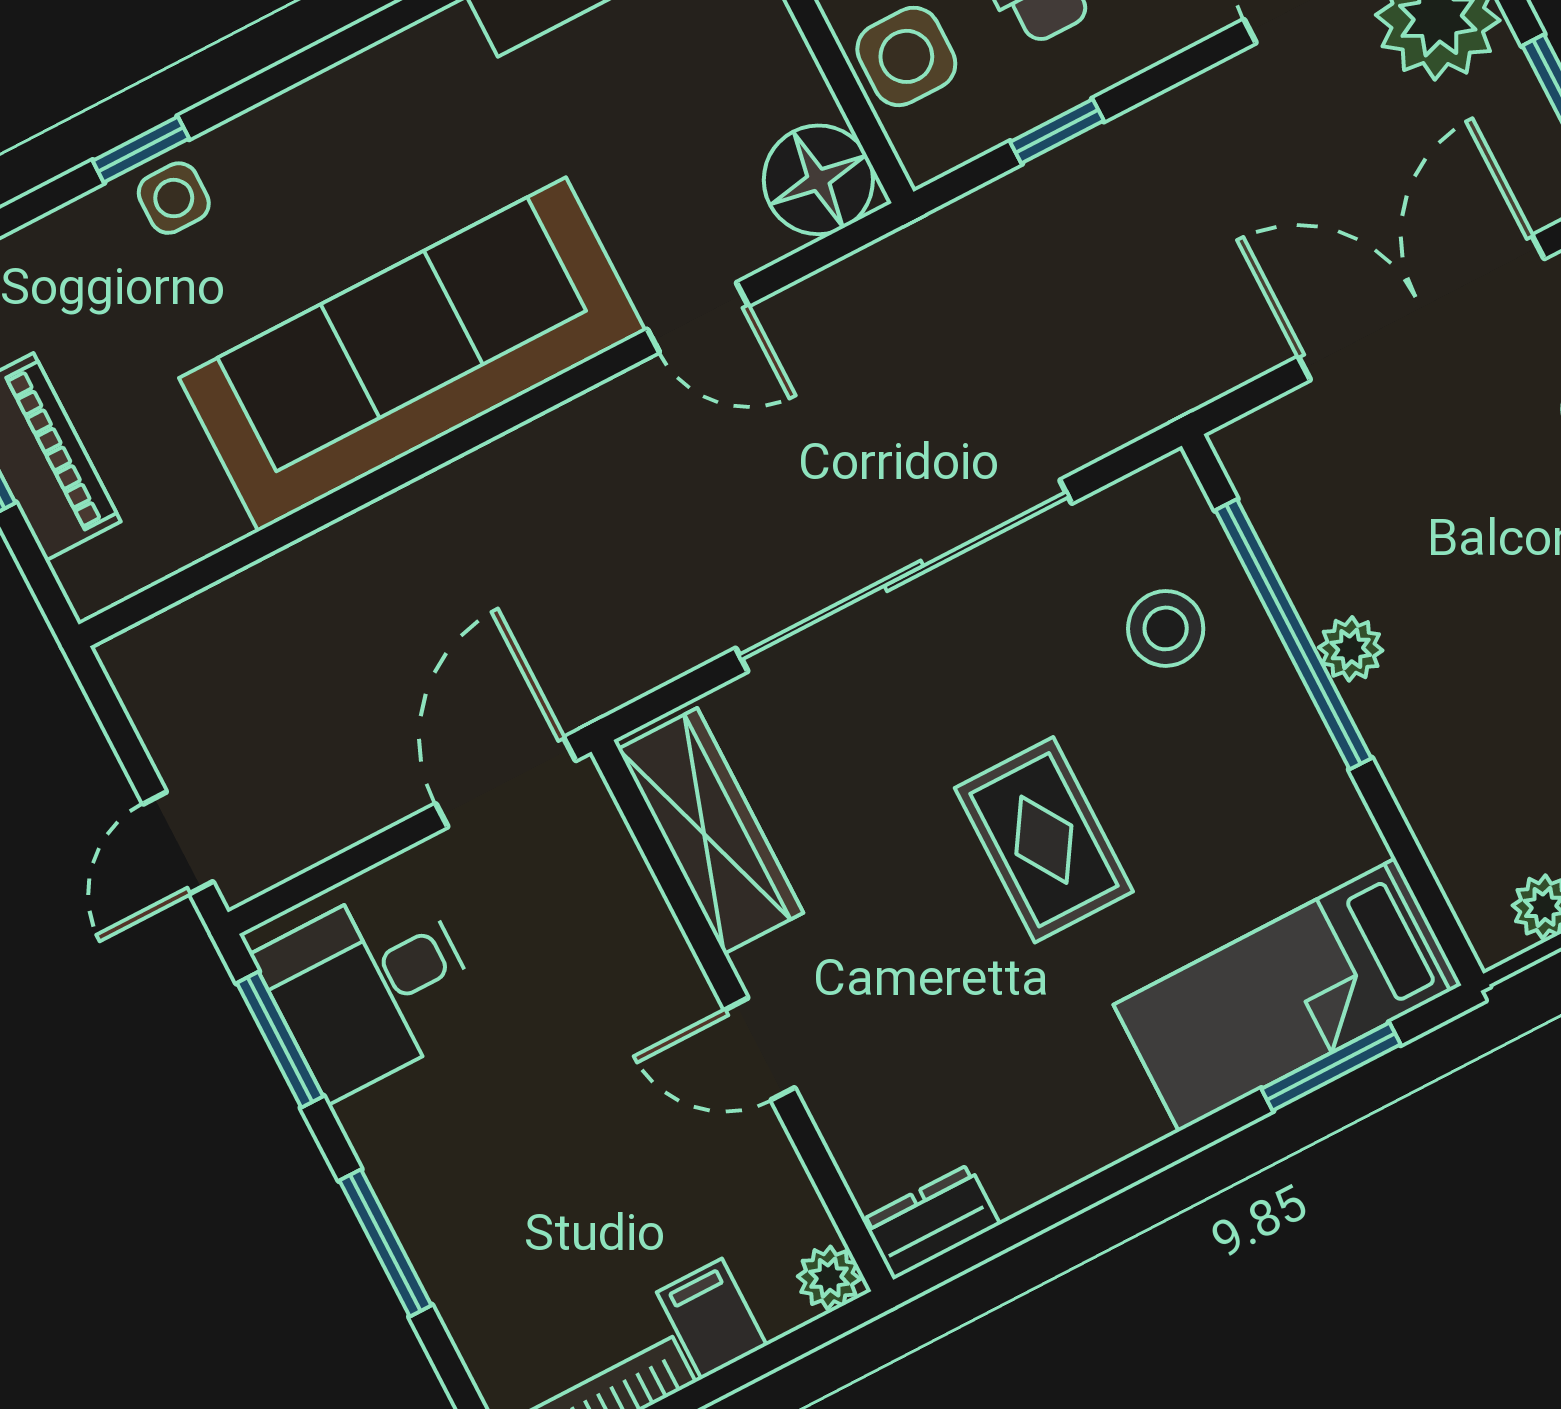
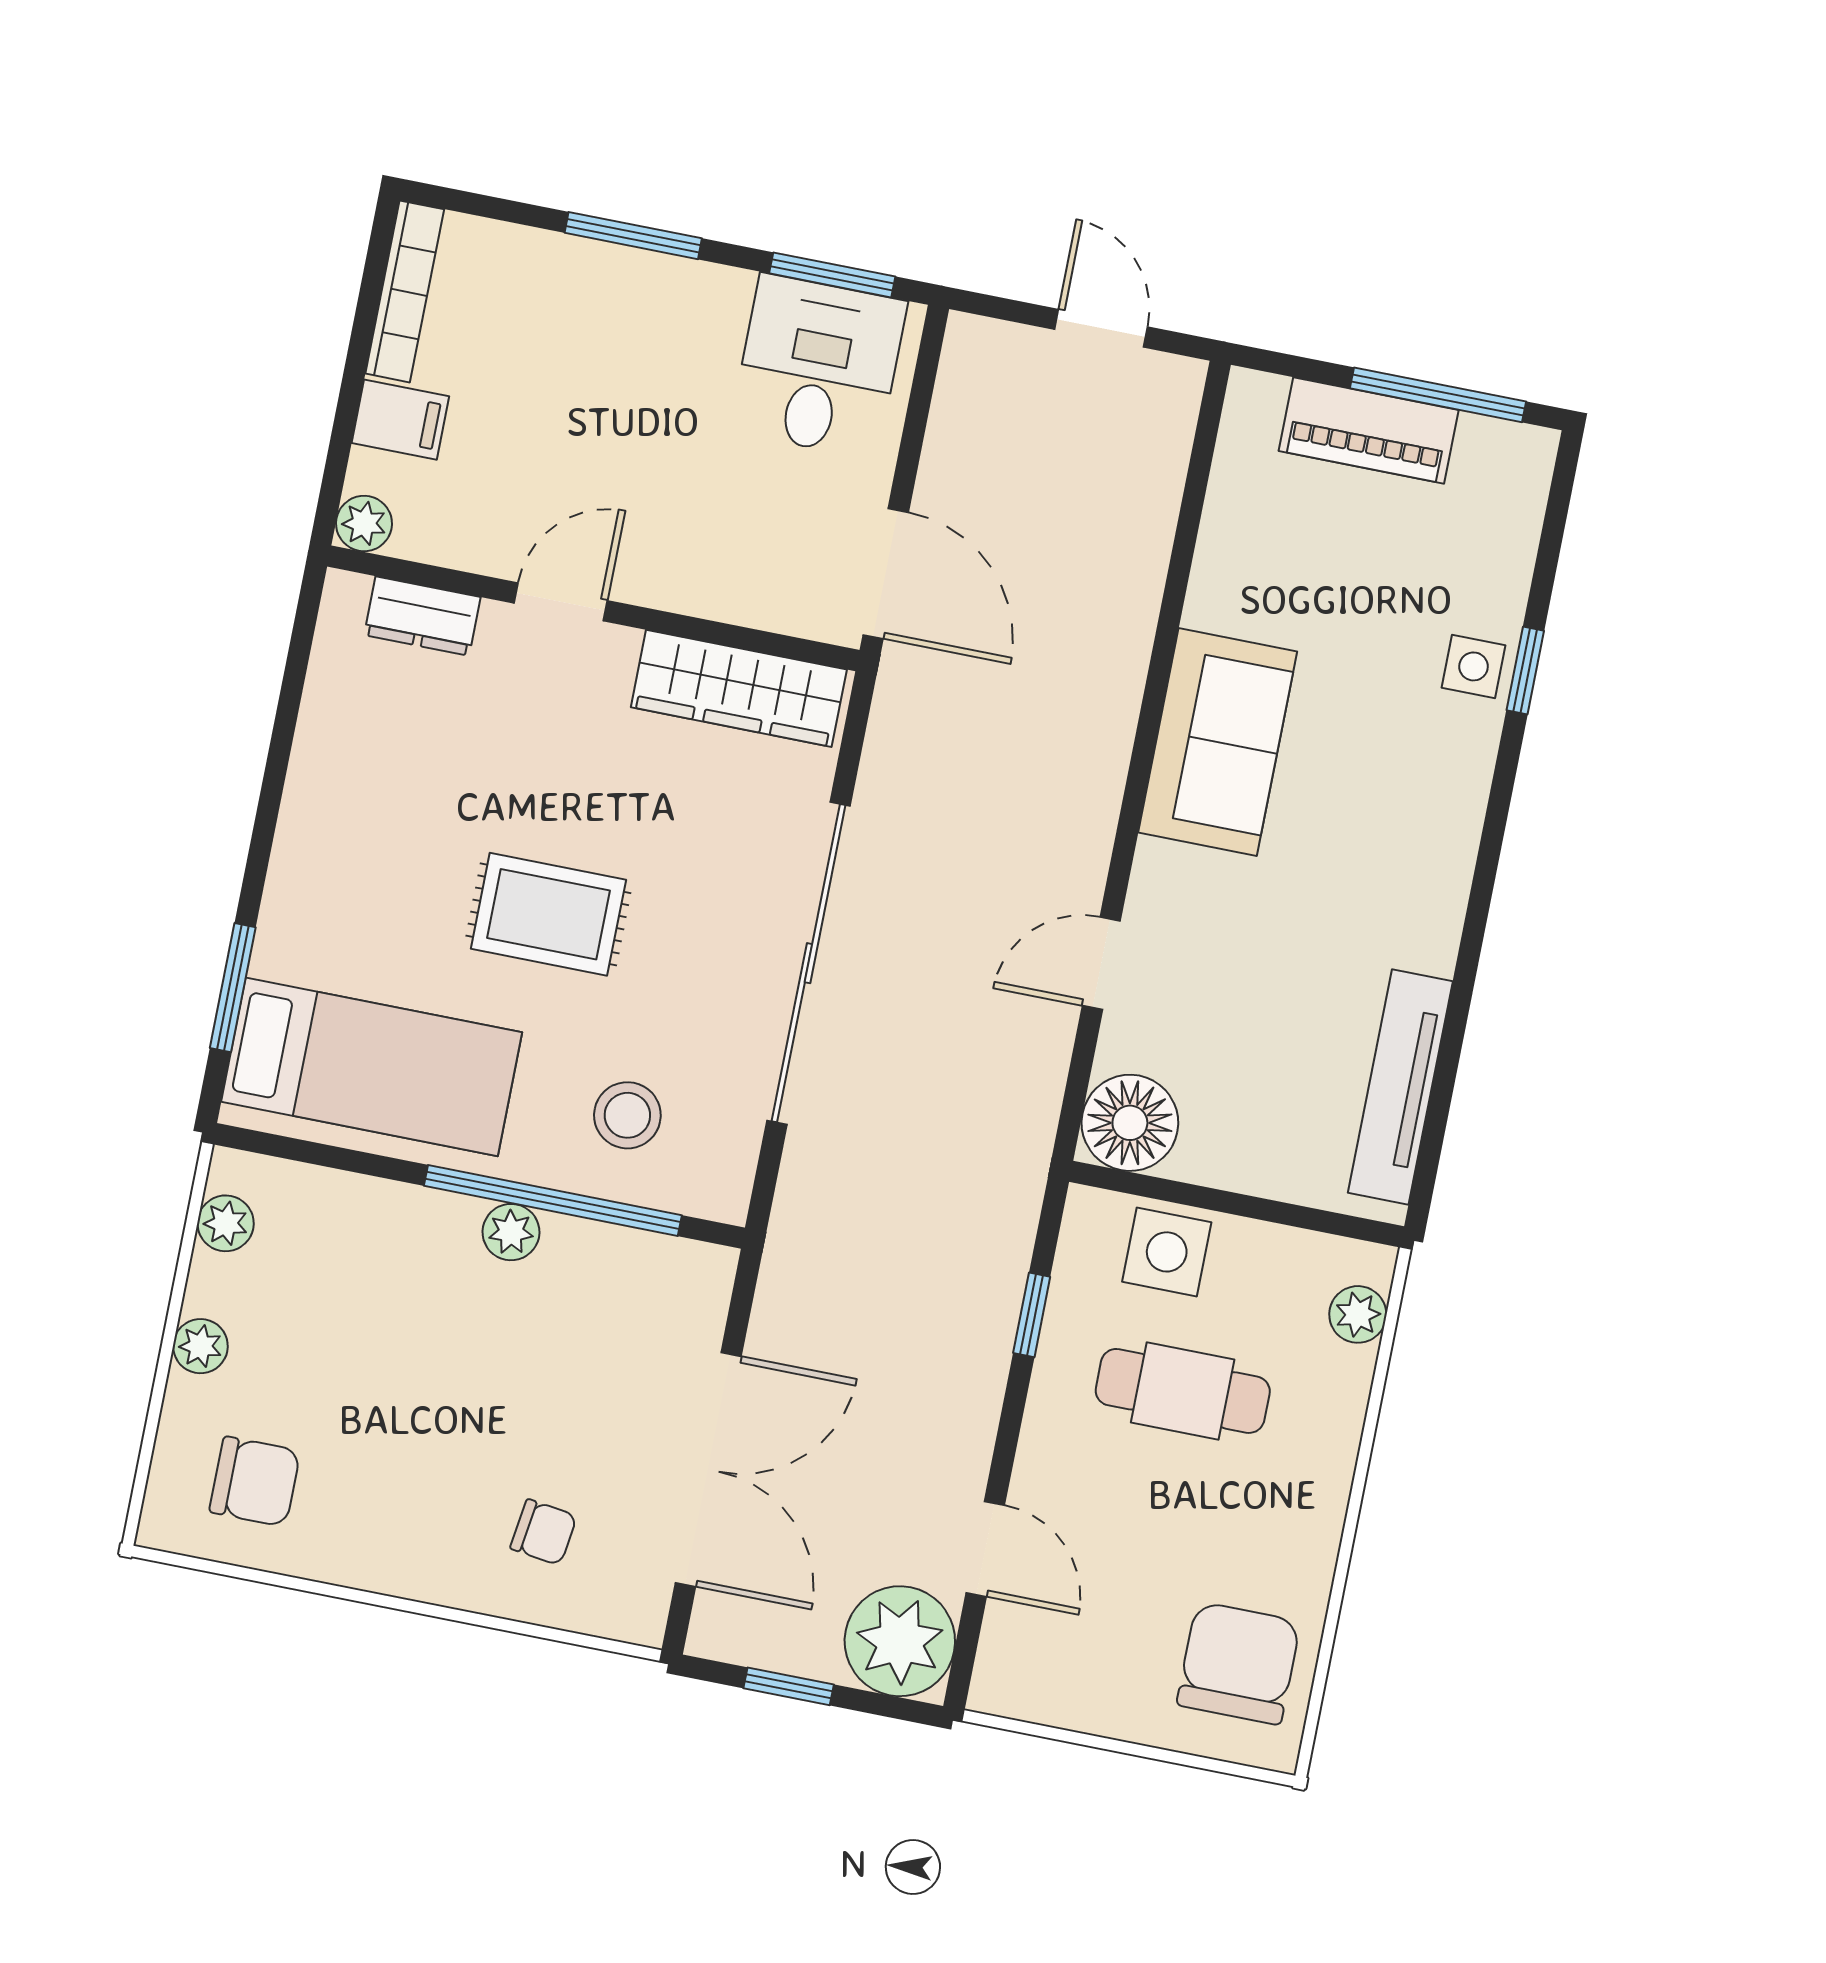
sofa: (412, 354) -> (1218, 742), width x0.54, depth x0.79
door: (178, 843) -> (1101, 328), moved
bed: (1287, 995) -> (372, 1067), moved, turned 90
dresser: (931, 1222) -> (422, 616), moved, turned 90

